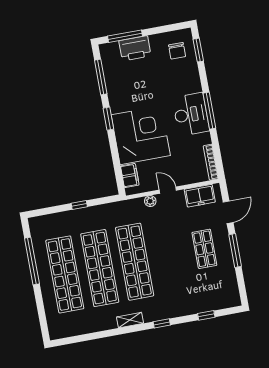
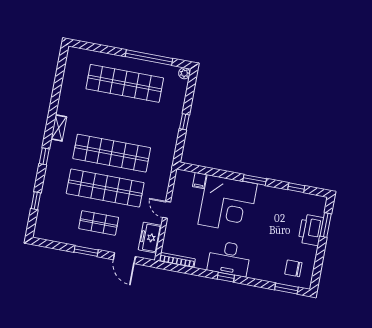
window: (125, 36) -> (326, 225), width x0.69
window: (101, 77) -> (296, 188), width x0.46
window: (209, 111) -> (226, 277), width x0.46
filing cabinet: (130, 175) -> (199, 181), width x0.50
door: (168, 190) -> (167, 210), swing flipped
plant: (150, 201) -> (184, 73), moved
window: (235, 250) -> (86, 251), width x0.69
shop shelf: (100, 268) -> (105, 188), moved

